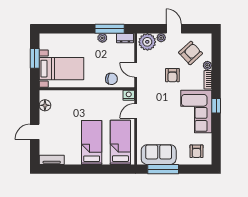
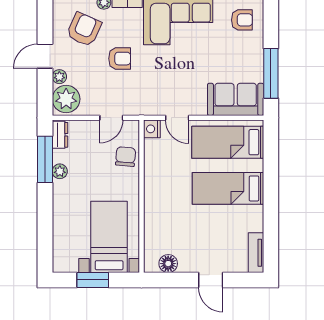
armchair: (191, 53) -> (84, 29), turned 67
sofa: (159, 155) -> (236, 99), moved, turned 90

